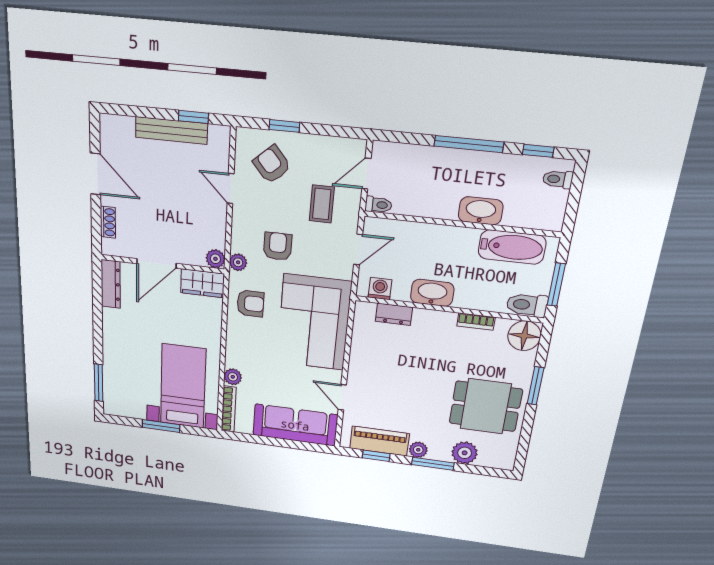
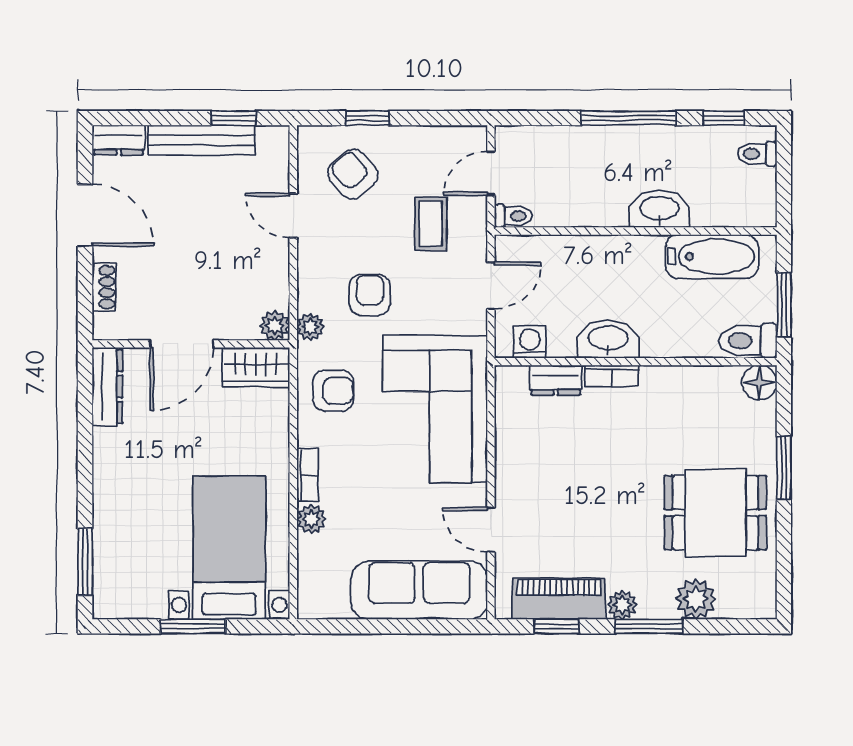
dresser: (117, 125) -> (119, 140), added
bookcase: (476, 322) -> (612, 376), moved
floor lamp: (524, 336) -> (759, 383), width x0.73, depth x0.73
bookcase: (229, 409) -> (307, 475), moved, width x0.64

